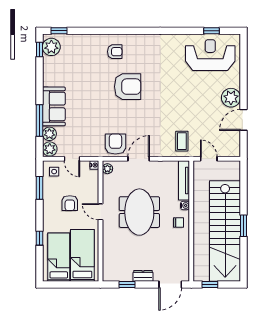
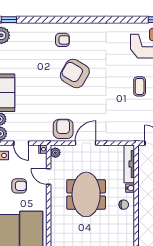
armchair: (128, 87) -> (75, 73), turned -150
coffee table: (182, 141) -> (140, 86), moved
armchair: (70, 203) -> (19, 186), turned -90
door: (100, 212) -> (49, 176), moved

